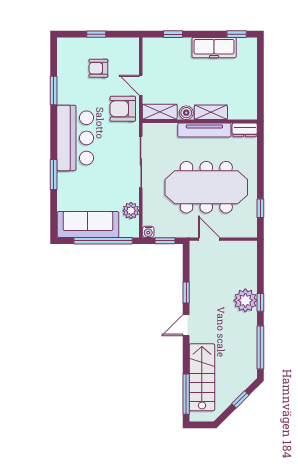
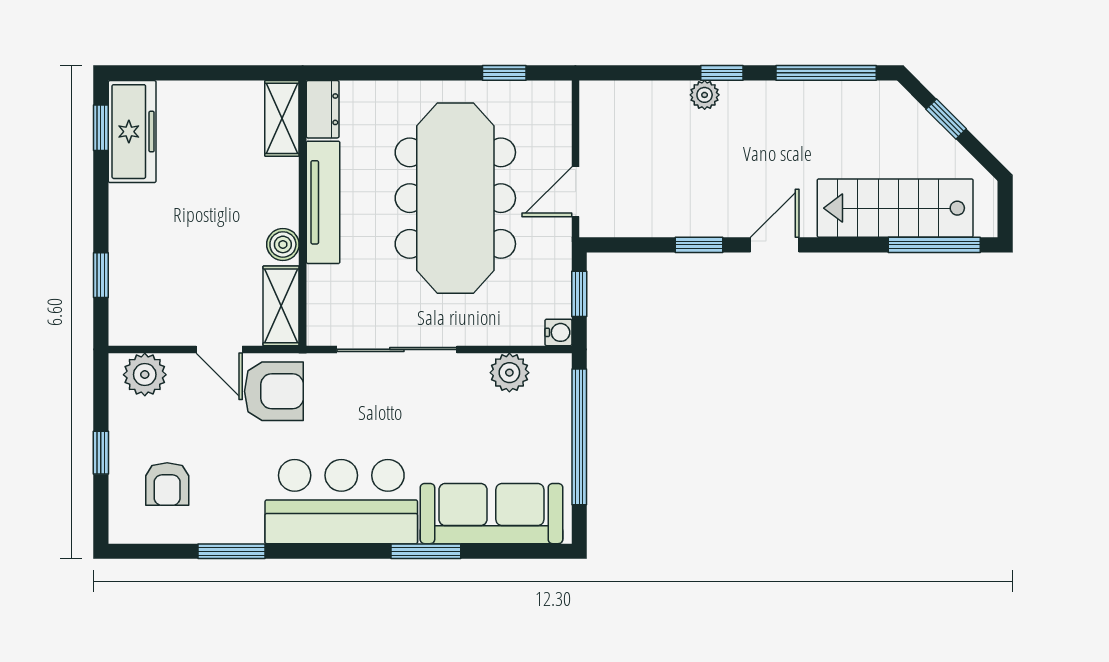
freezer: (214, 48) -> (132, 132), moved
plant: (130, 53) -> (145, 375), added
armchair: (98, 68) -> (167, 484), moved
door: (141, 85) -> (219, 349), hinge flipped
armchair: (123, 109) -> (274, 391), turned -90
shelving: (211, 112) -> (282, 118), moved
sofa: (88, 224) -> (491, 514), moved, turned 90
plant: (245, 300) -> (705, 95), width x0.53, depth x0.53
door: (186, 325) -> (775, 245), swing flipped

